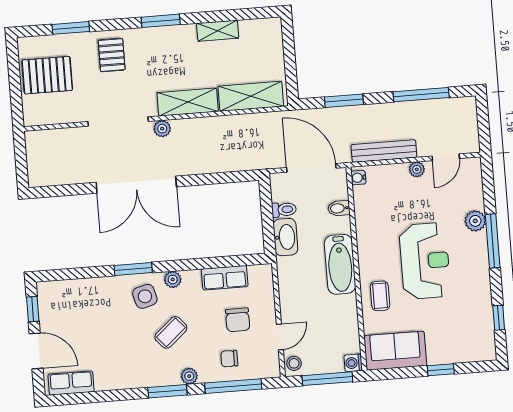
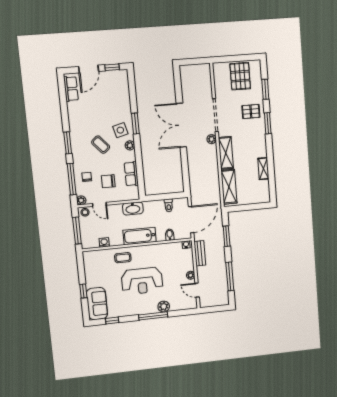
window: (161, 21) -> (268, 123), moved
bench: (384, 151) -> (200, 253), width x0.73
washbasin: (285, 237) -> (133, 208), moved
sofa: (395, 351) -> (97, 304), moved
washing machine: (353, 363) -> (104, 242), moved
plant: (189, 376) -> (81, 200), moved

